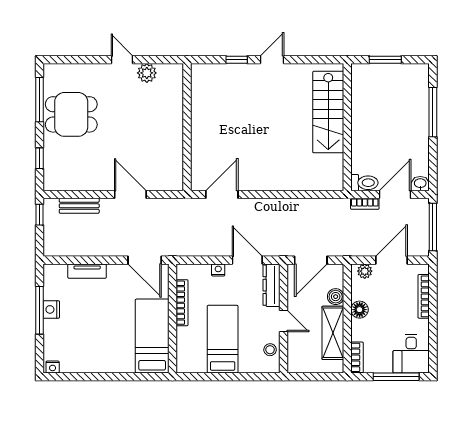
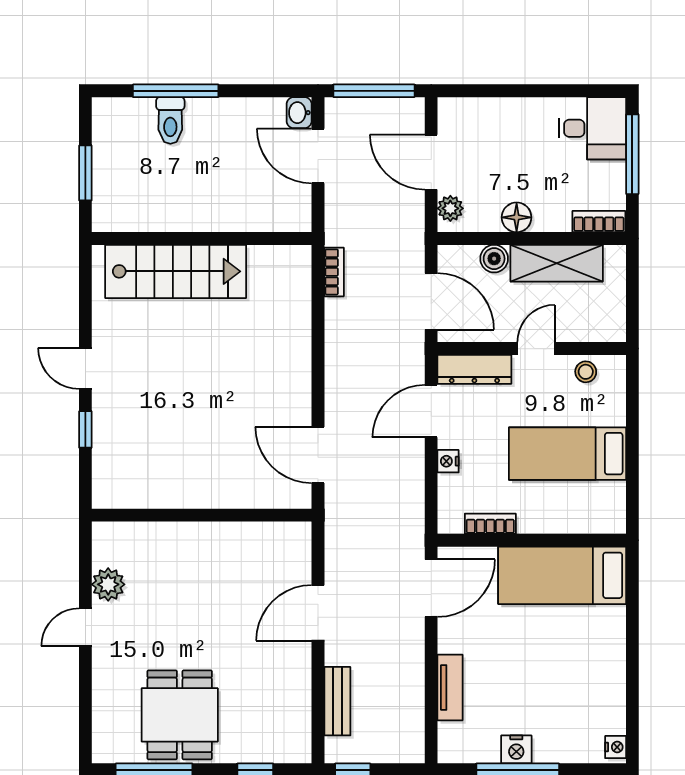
toilet: (364, 183) -> (170, 120), moved, turned 180
bookcase: (365, 204) -> (334, 272), moved
bookcase: (424, 296) -> (494, 107), removed
bookcase: (182, 303) -> (490, 524), width x0.64

